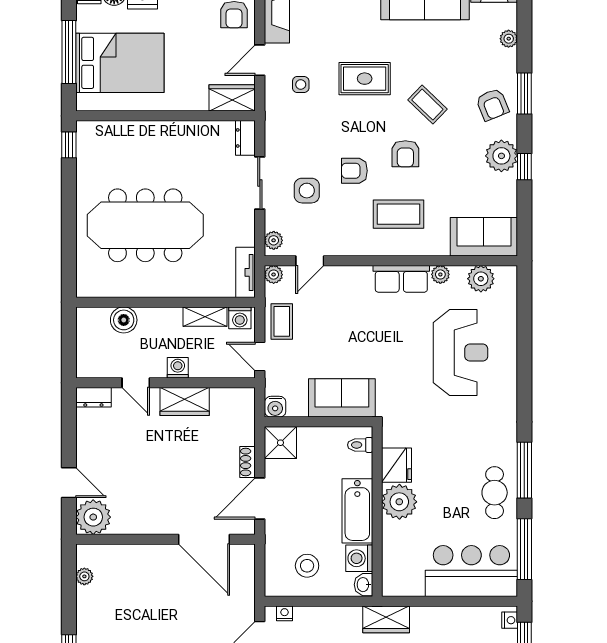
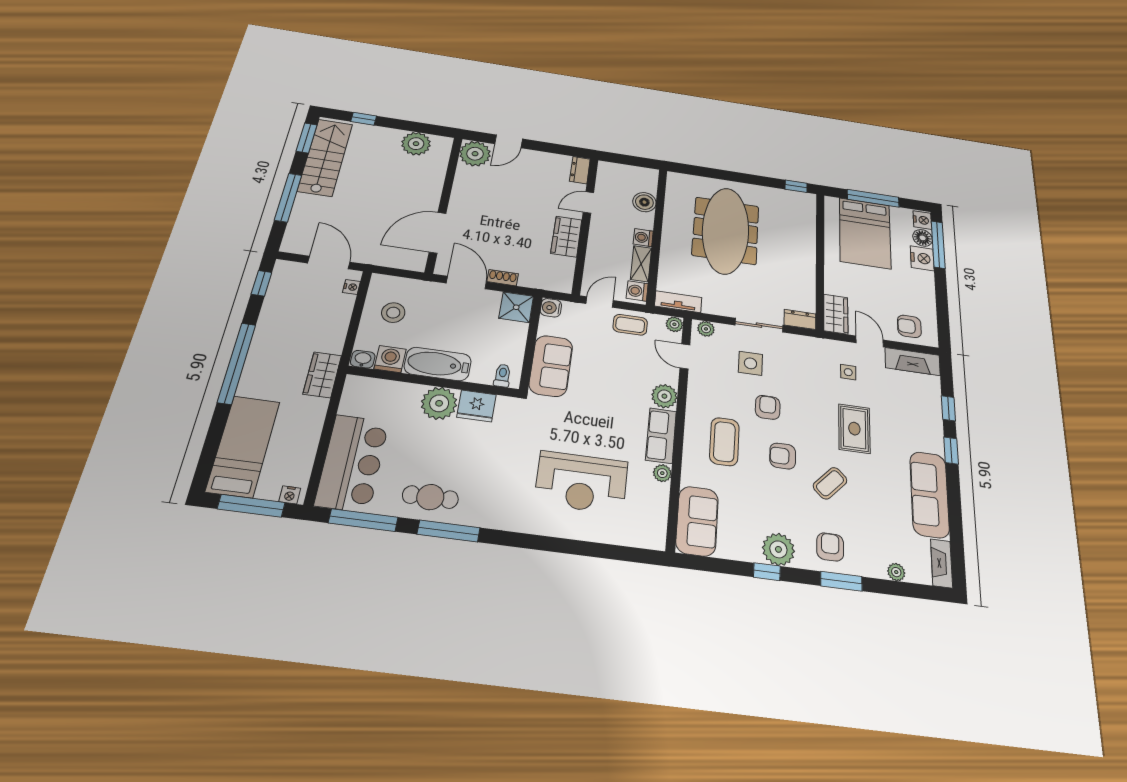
armchair: (492, 105) -> (830, 547), turned 112
plant: (481, 279) -> (664, 396), moved
washing machine: (178, 368) -> (643, 238), moved, turned 180
plant: (84, 576) -> (416, 144), width x1.88, depth x1.88

